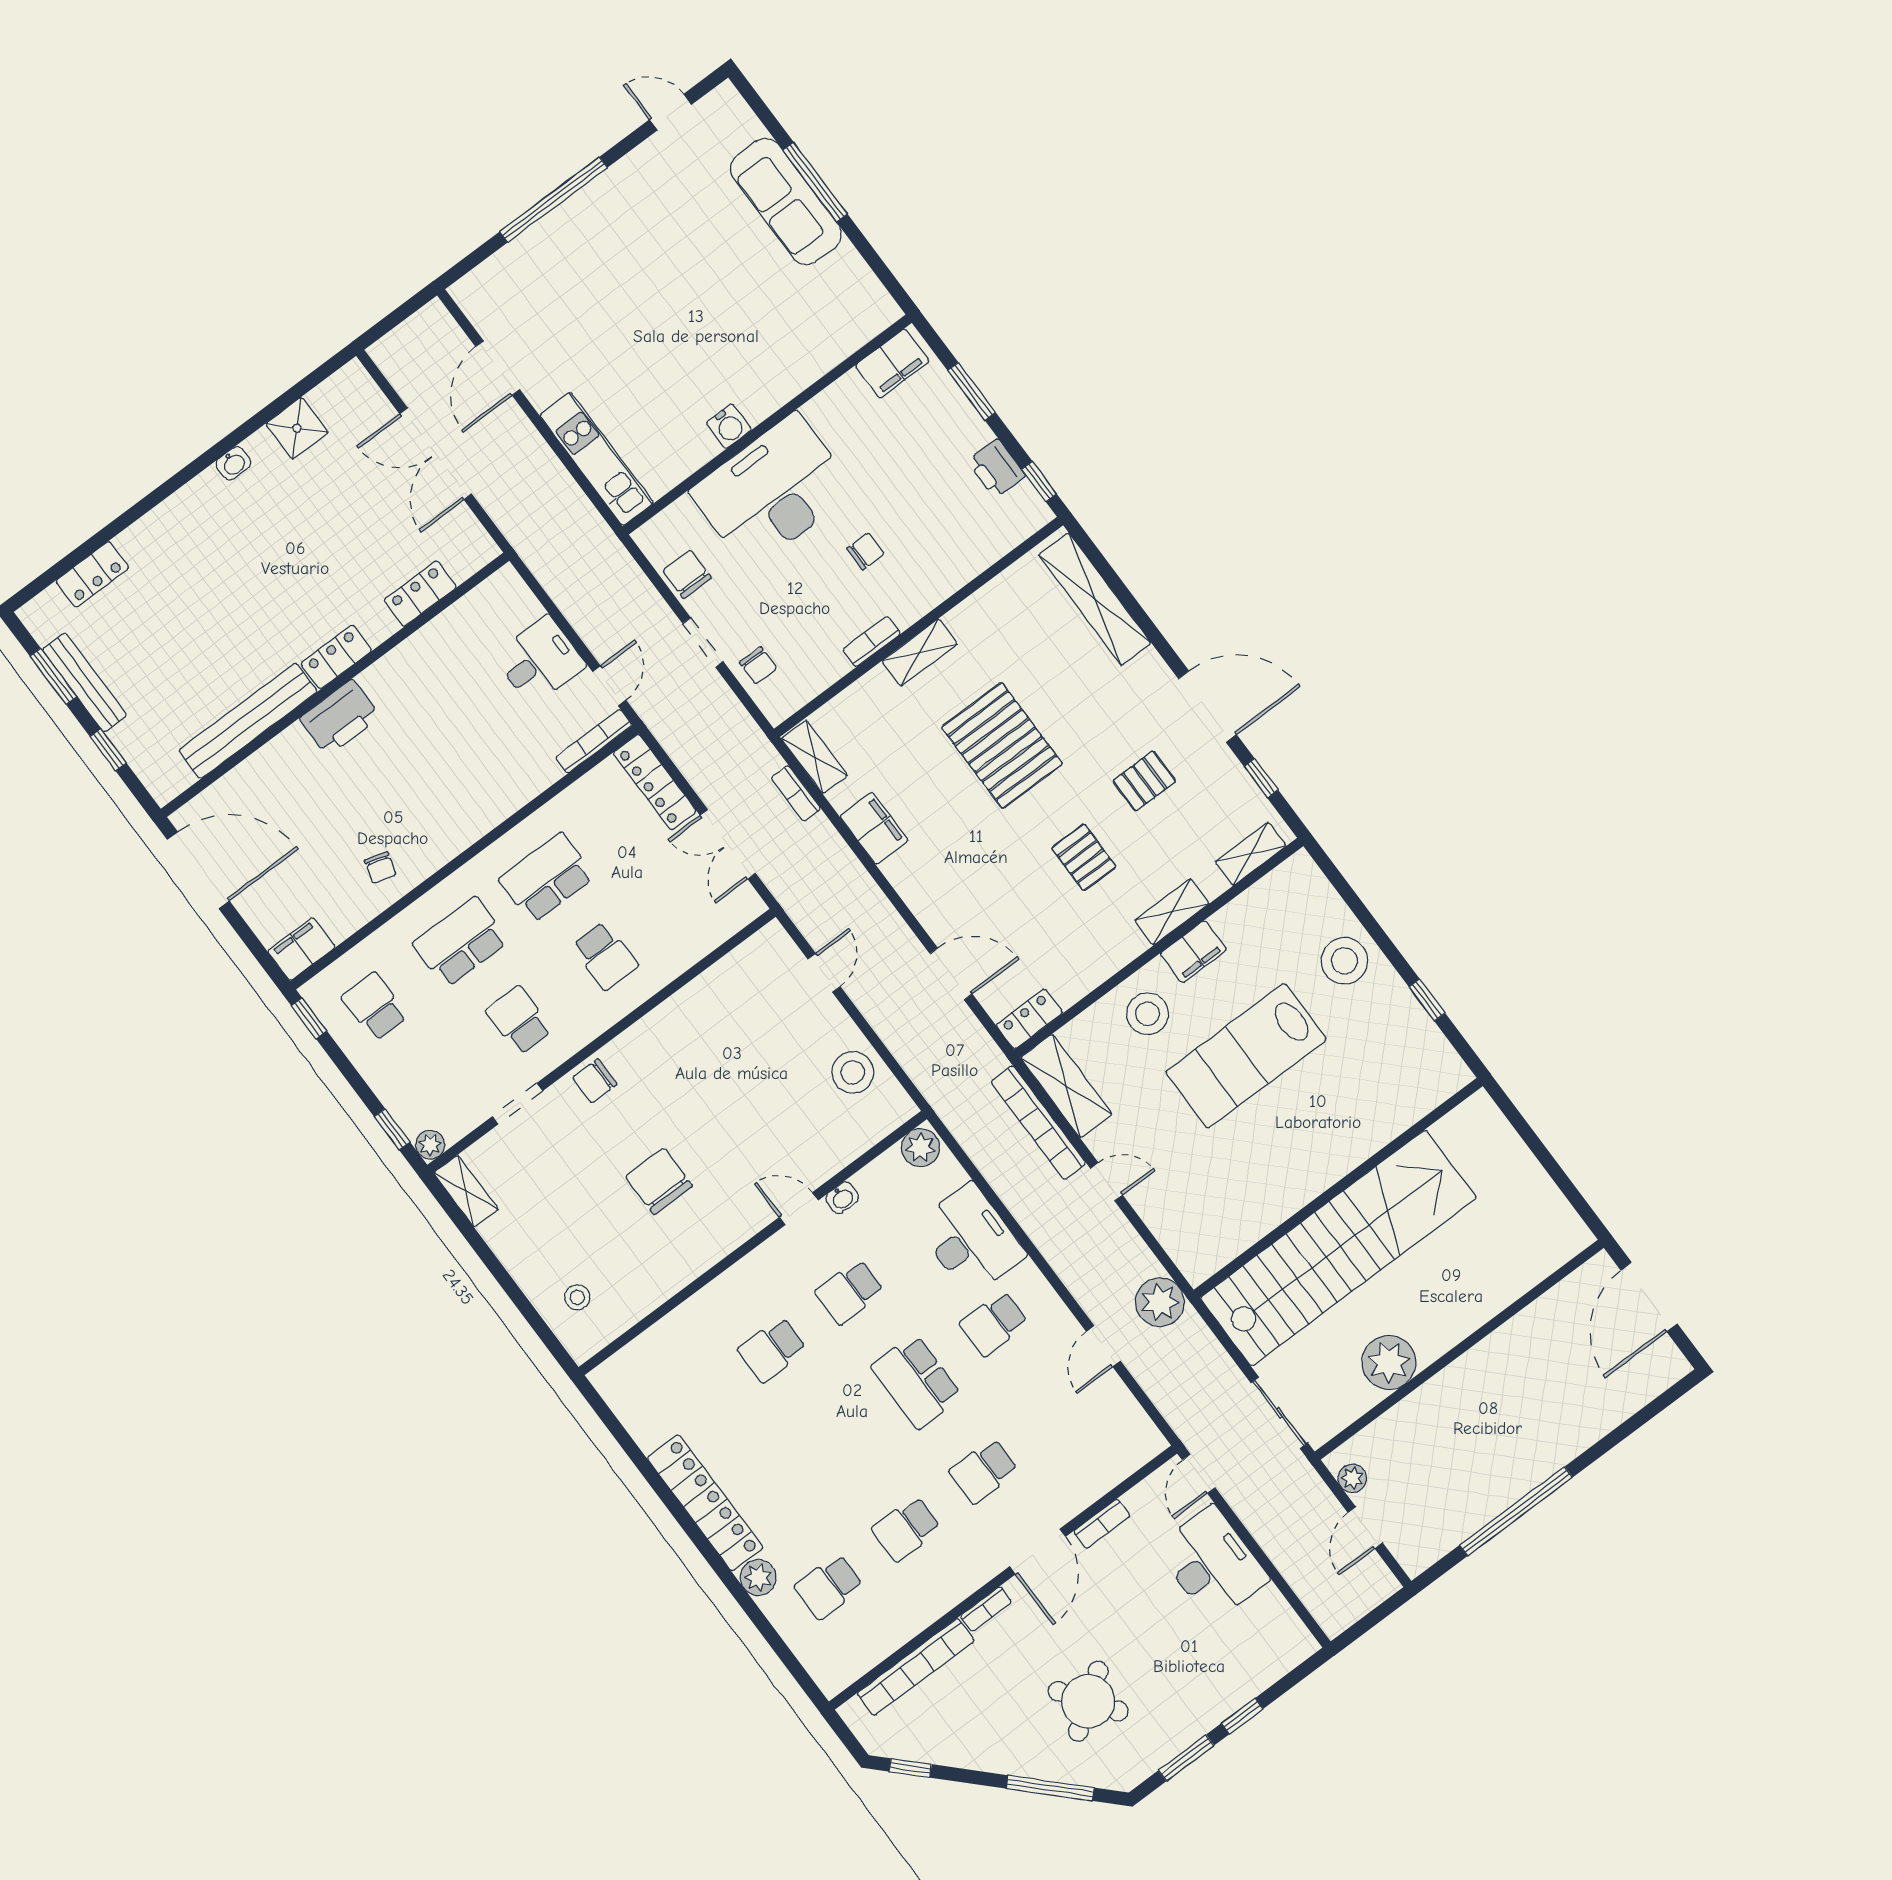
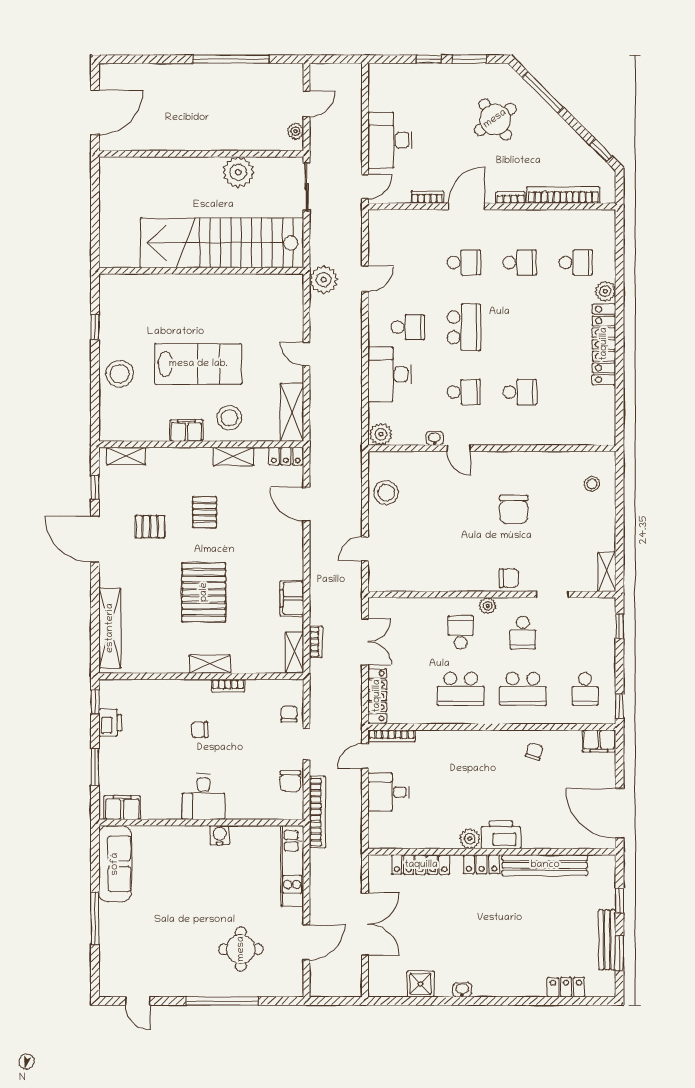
sofa: (786, 201) -> (115, 864), moved
round table: (581, 290) -> (241, 949), added
desk: (772, 491) -> (203, 797), width x0.53, depth x0.77
locker: (420, 593) -> (421, 865), width x1.53
plant: (379, 680) -> (470, 839), added
shelving: (1172, 912) -> (233, 456), moved
bookcase: (1038, 1123) -> (318, 812), moved
plant: (430, 1145) -> (488, 606), moved

